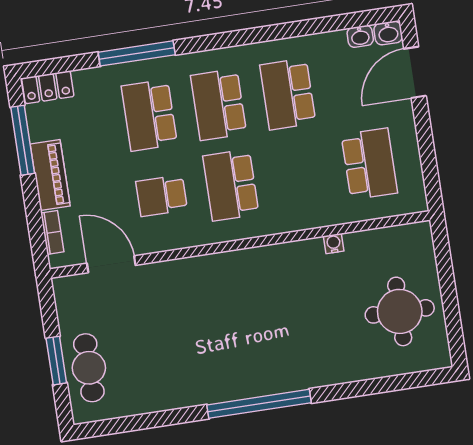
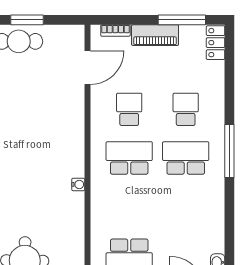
window: (137, 53) -> (229, 151), moved
school desk: (288, 94) -> (186, 207), removed
school desk: (149, 115) -> (186, 109), width x0.54
water cooler: (334, 244) -> (78, 184), moved

